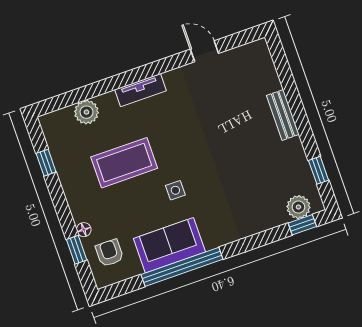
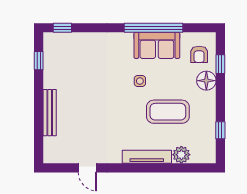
tv unit: (140, 90) -> (147, 157), width x1.41
bench: (283, 115) -> (50, 113), width x1.36
plant: (298, 207) -> (61, 41), removed
floor lamp: (84, 230) -> (206, 81), width x1.89, depth x1.89

